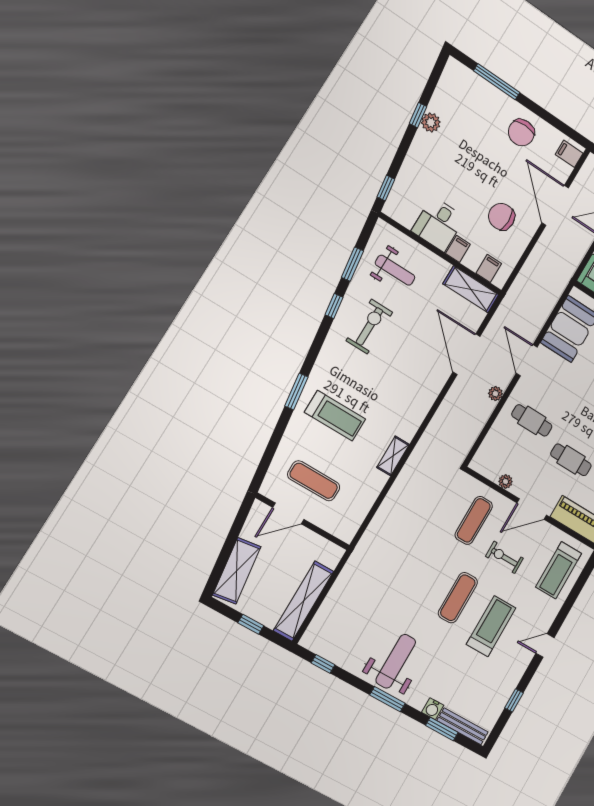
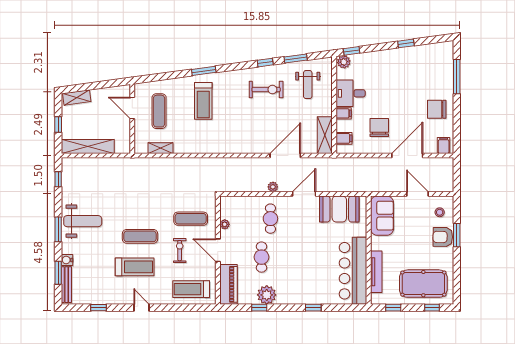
plant: (431, 122) -> (344, 62), moved
shelving: (393, 456) -> (161, 148), moved
shelving: (237, 571) -> (77, 97), width x0.67, depth x0.75

